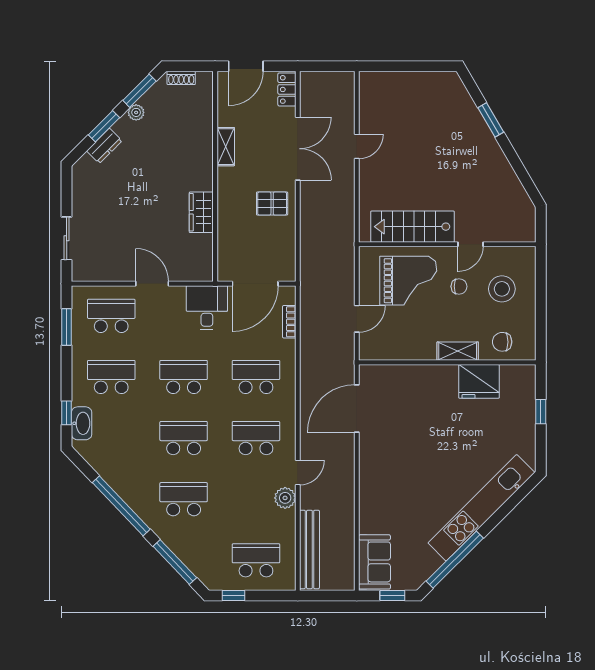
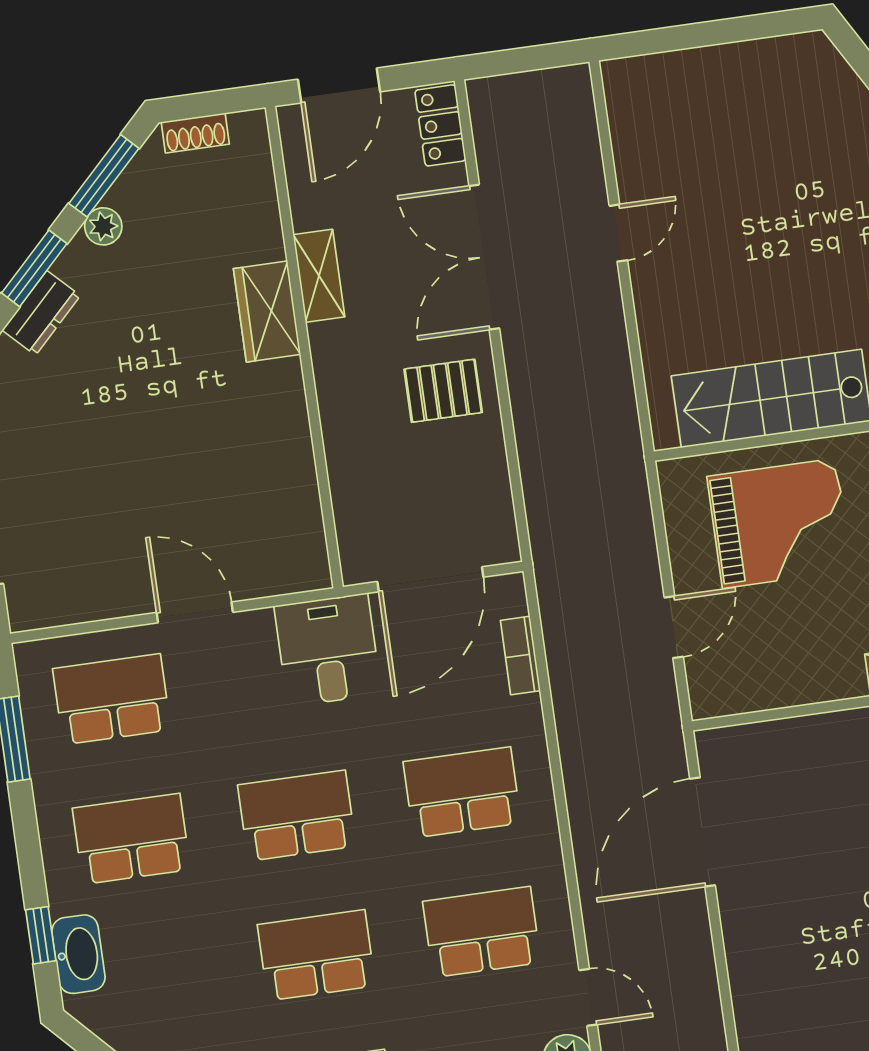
double door: (298, 149) -> (484, 257), swing flipped
wardrobe: (201, 212) -> (267, 312), moved
door: (298, 473) -> (588, 997), hinge flipped

